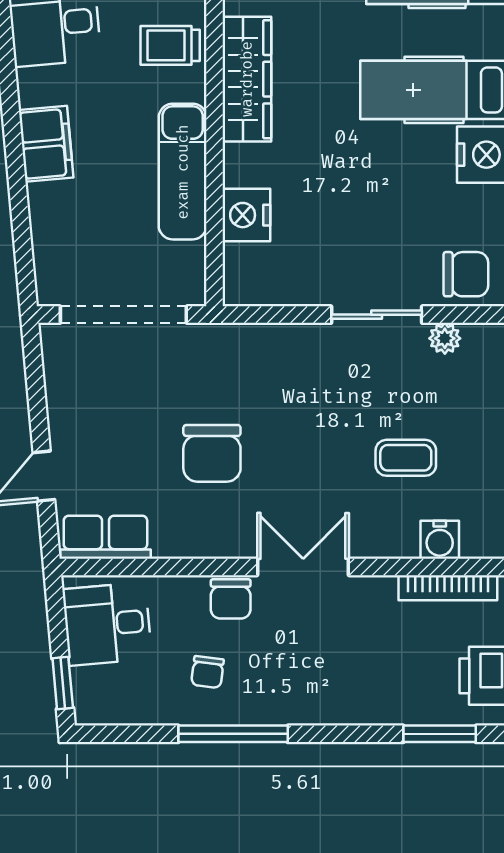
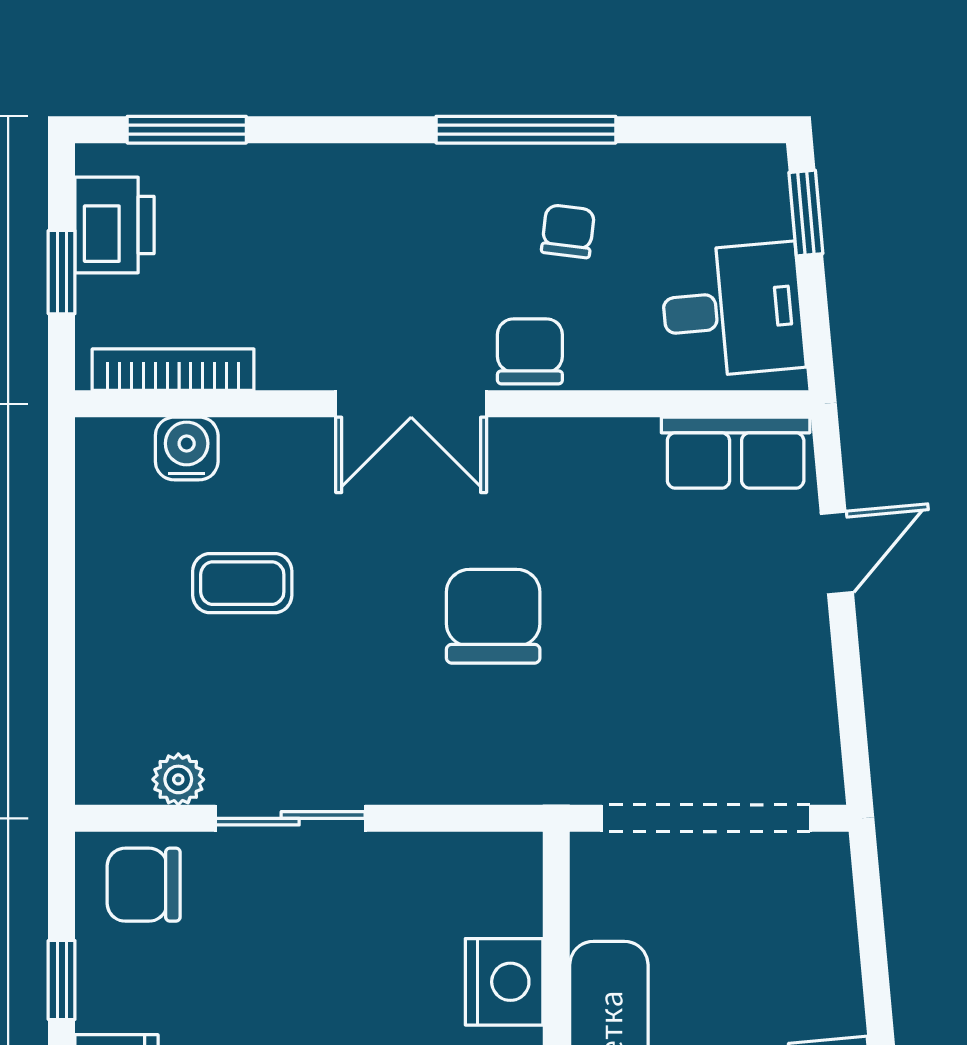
chair: (212, 453) -> (493, 616), moved

